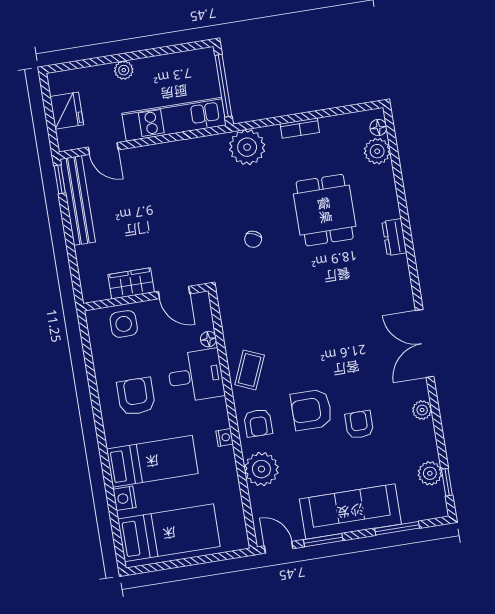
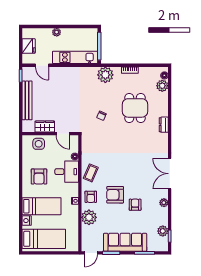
bench: (78, 200) -> (27, 100), moved
armchair: (136, 396) -> (39, 177), turned 180
door: (279, 547) -> (91, 253), swing flipped

